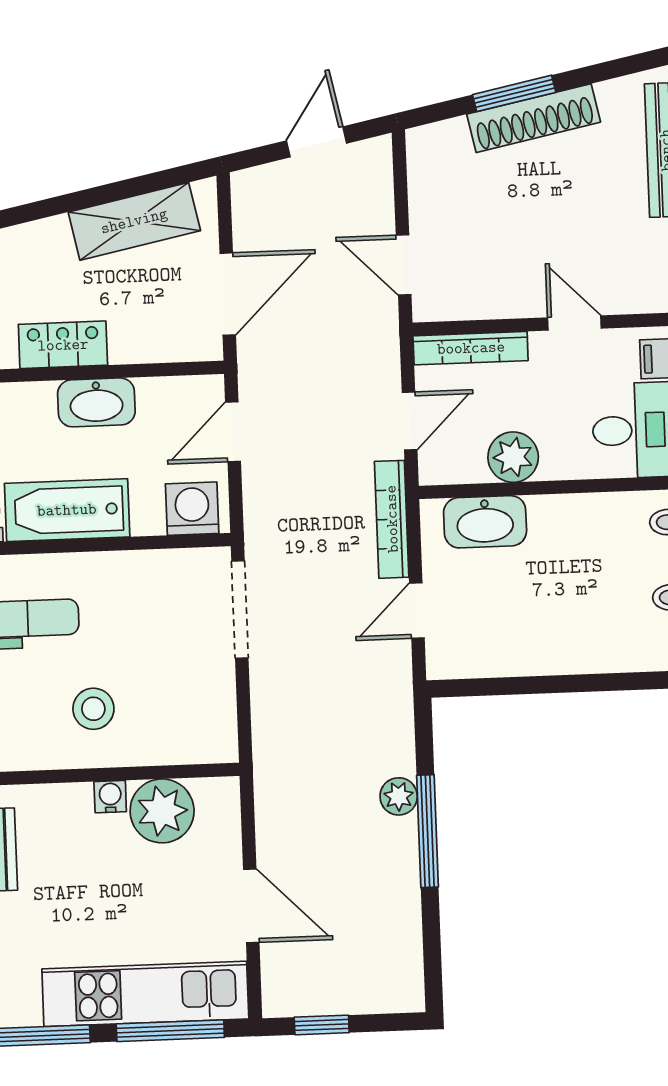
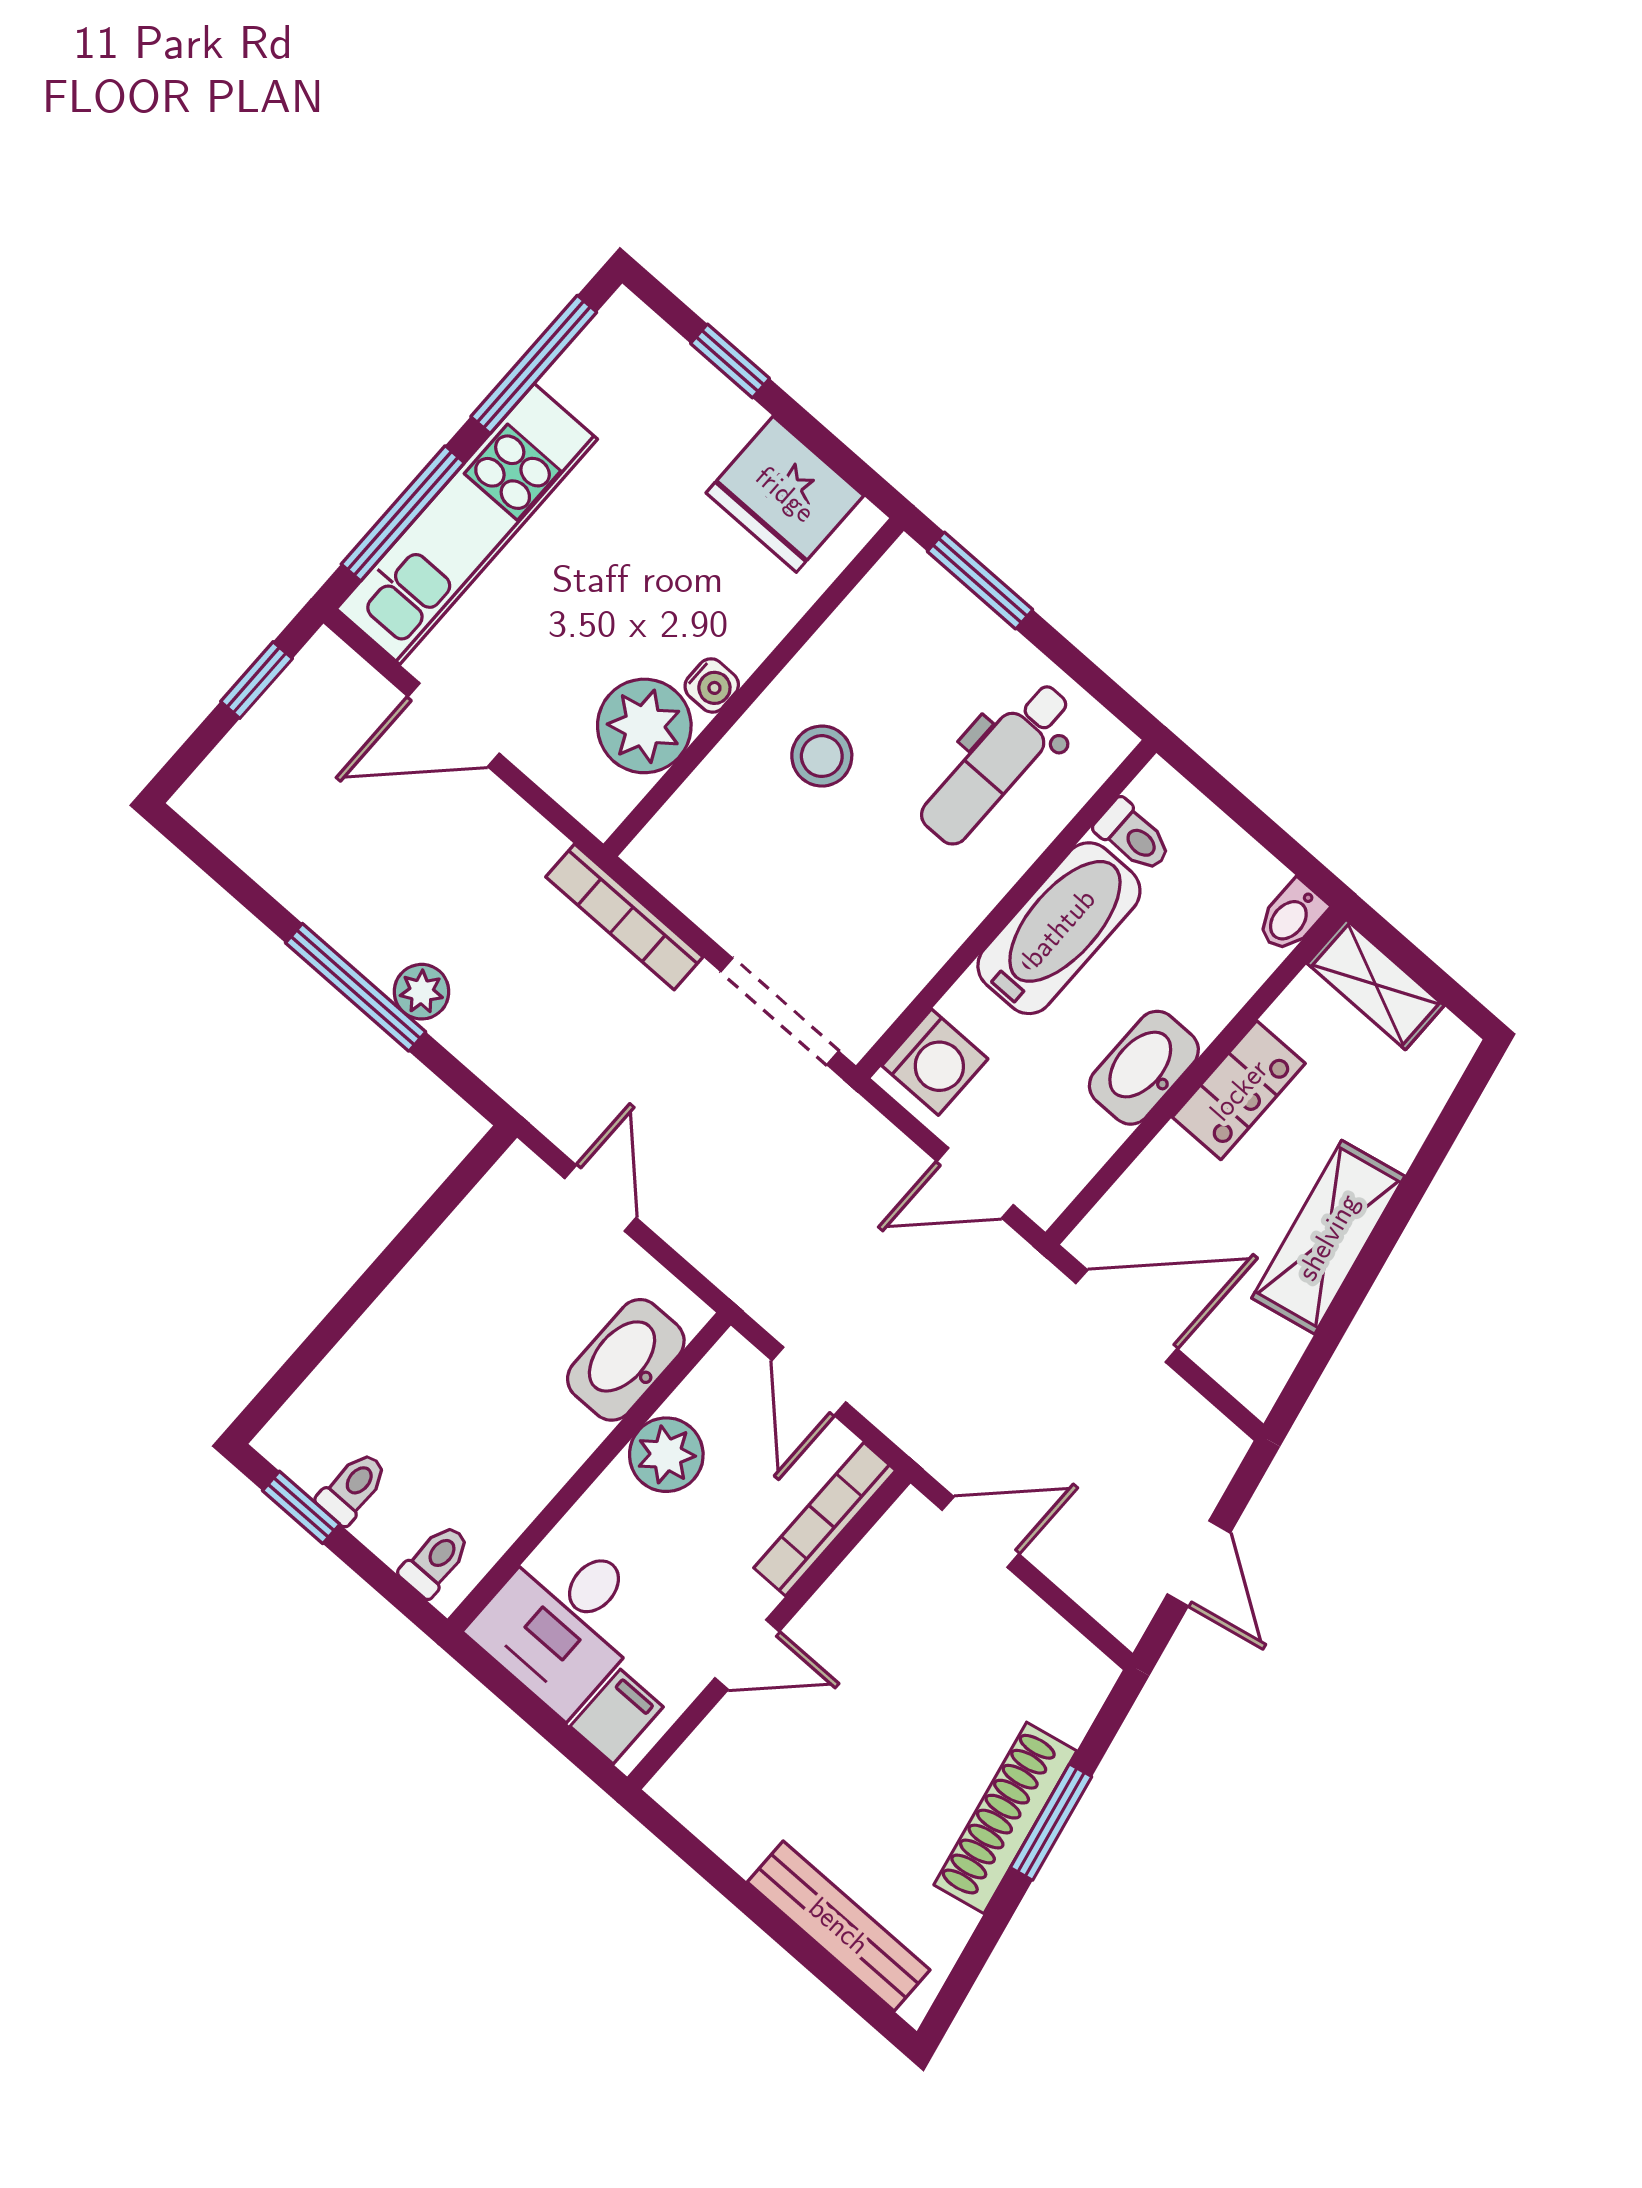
shelving: (134, 221) -> (1328, 1237), moved
door: (228, 294) -> (1127, 1316), swing flipped
door: (233, 432) -> (975, 1183), swing flipped
bookcase: (392, 519) -> (624, 917), moved, turned 180

